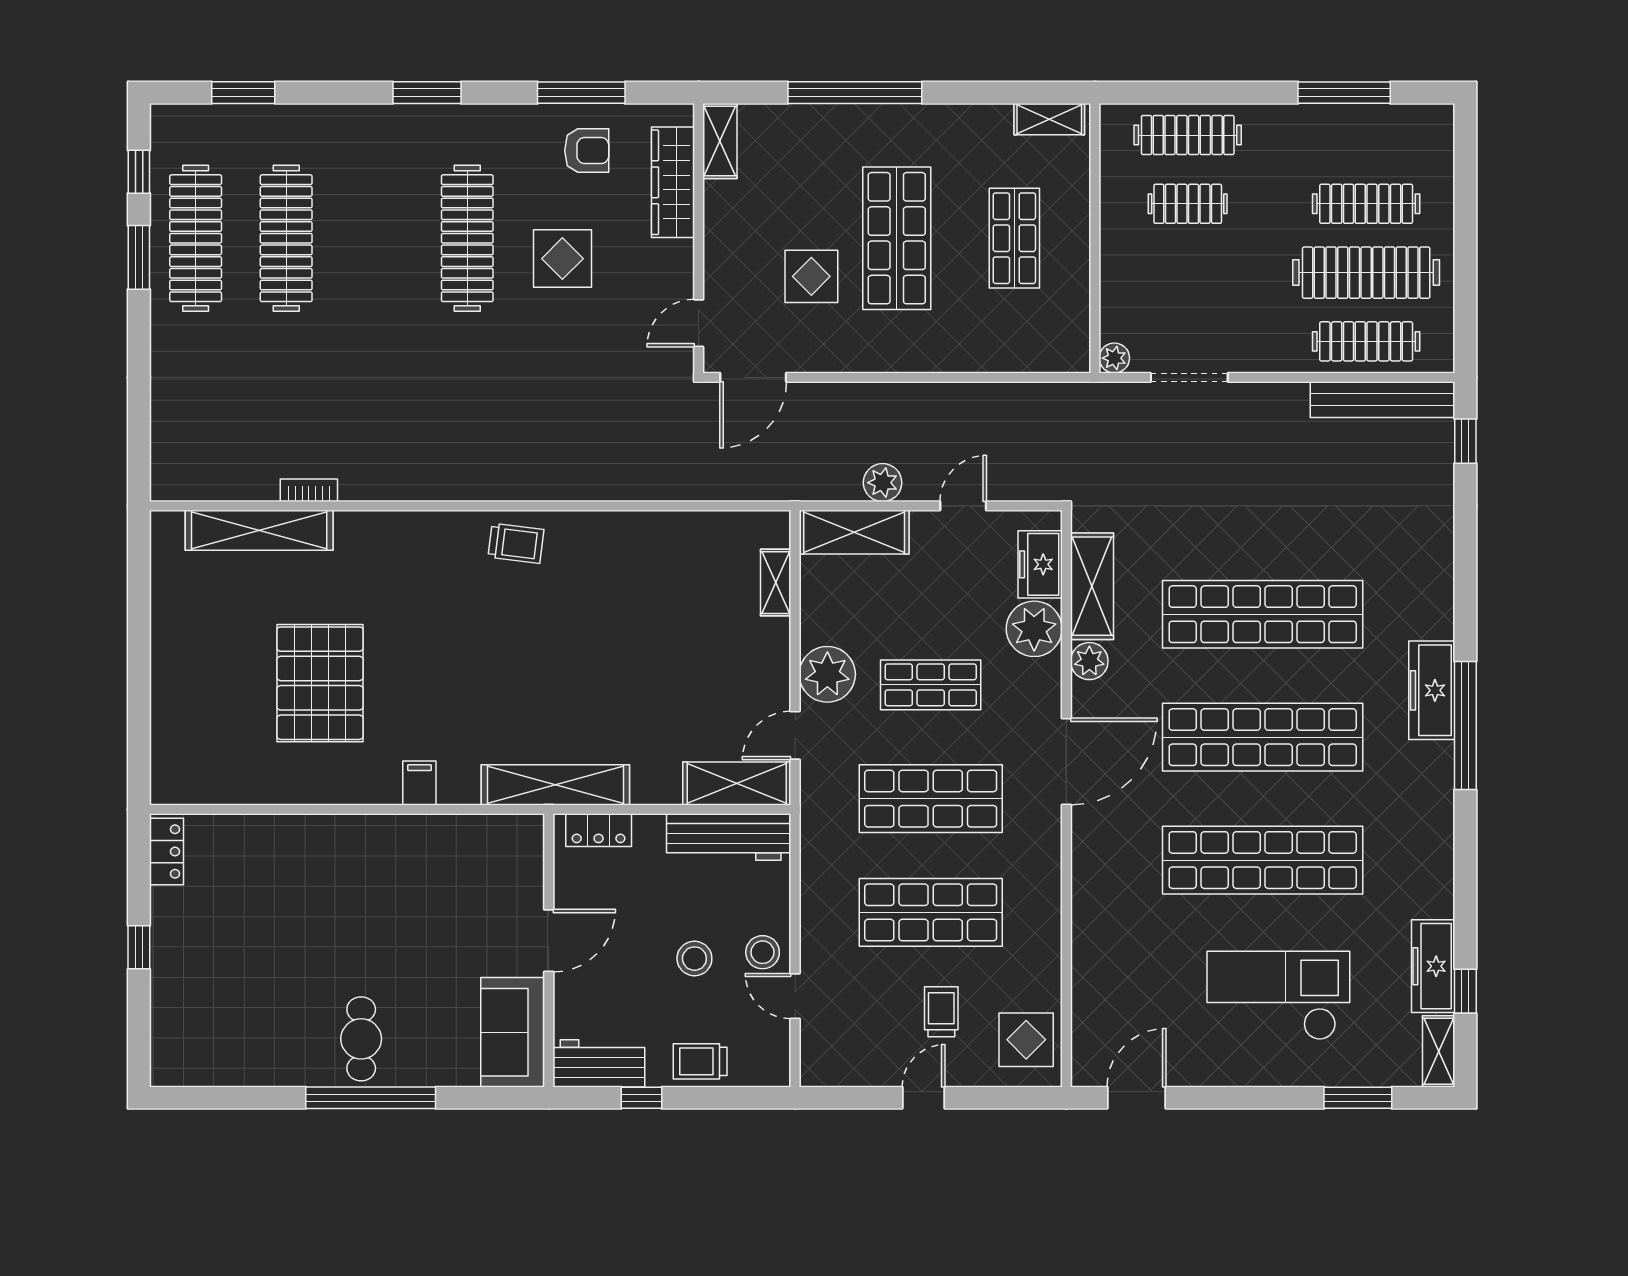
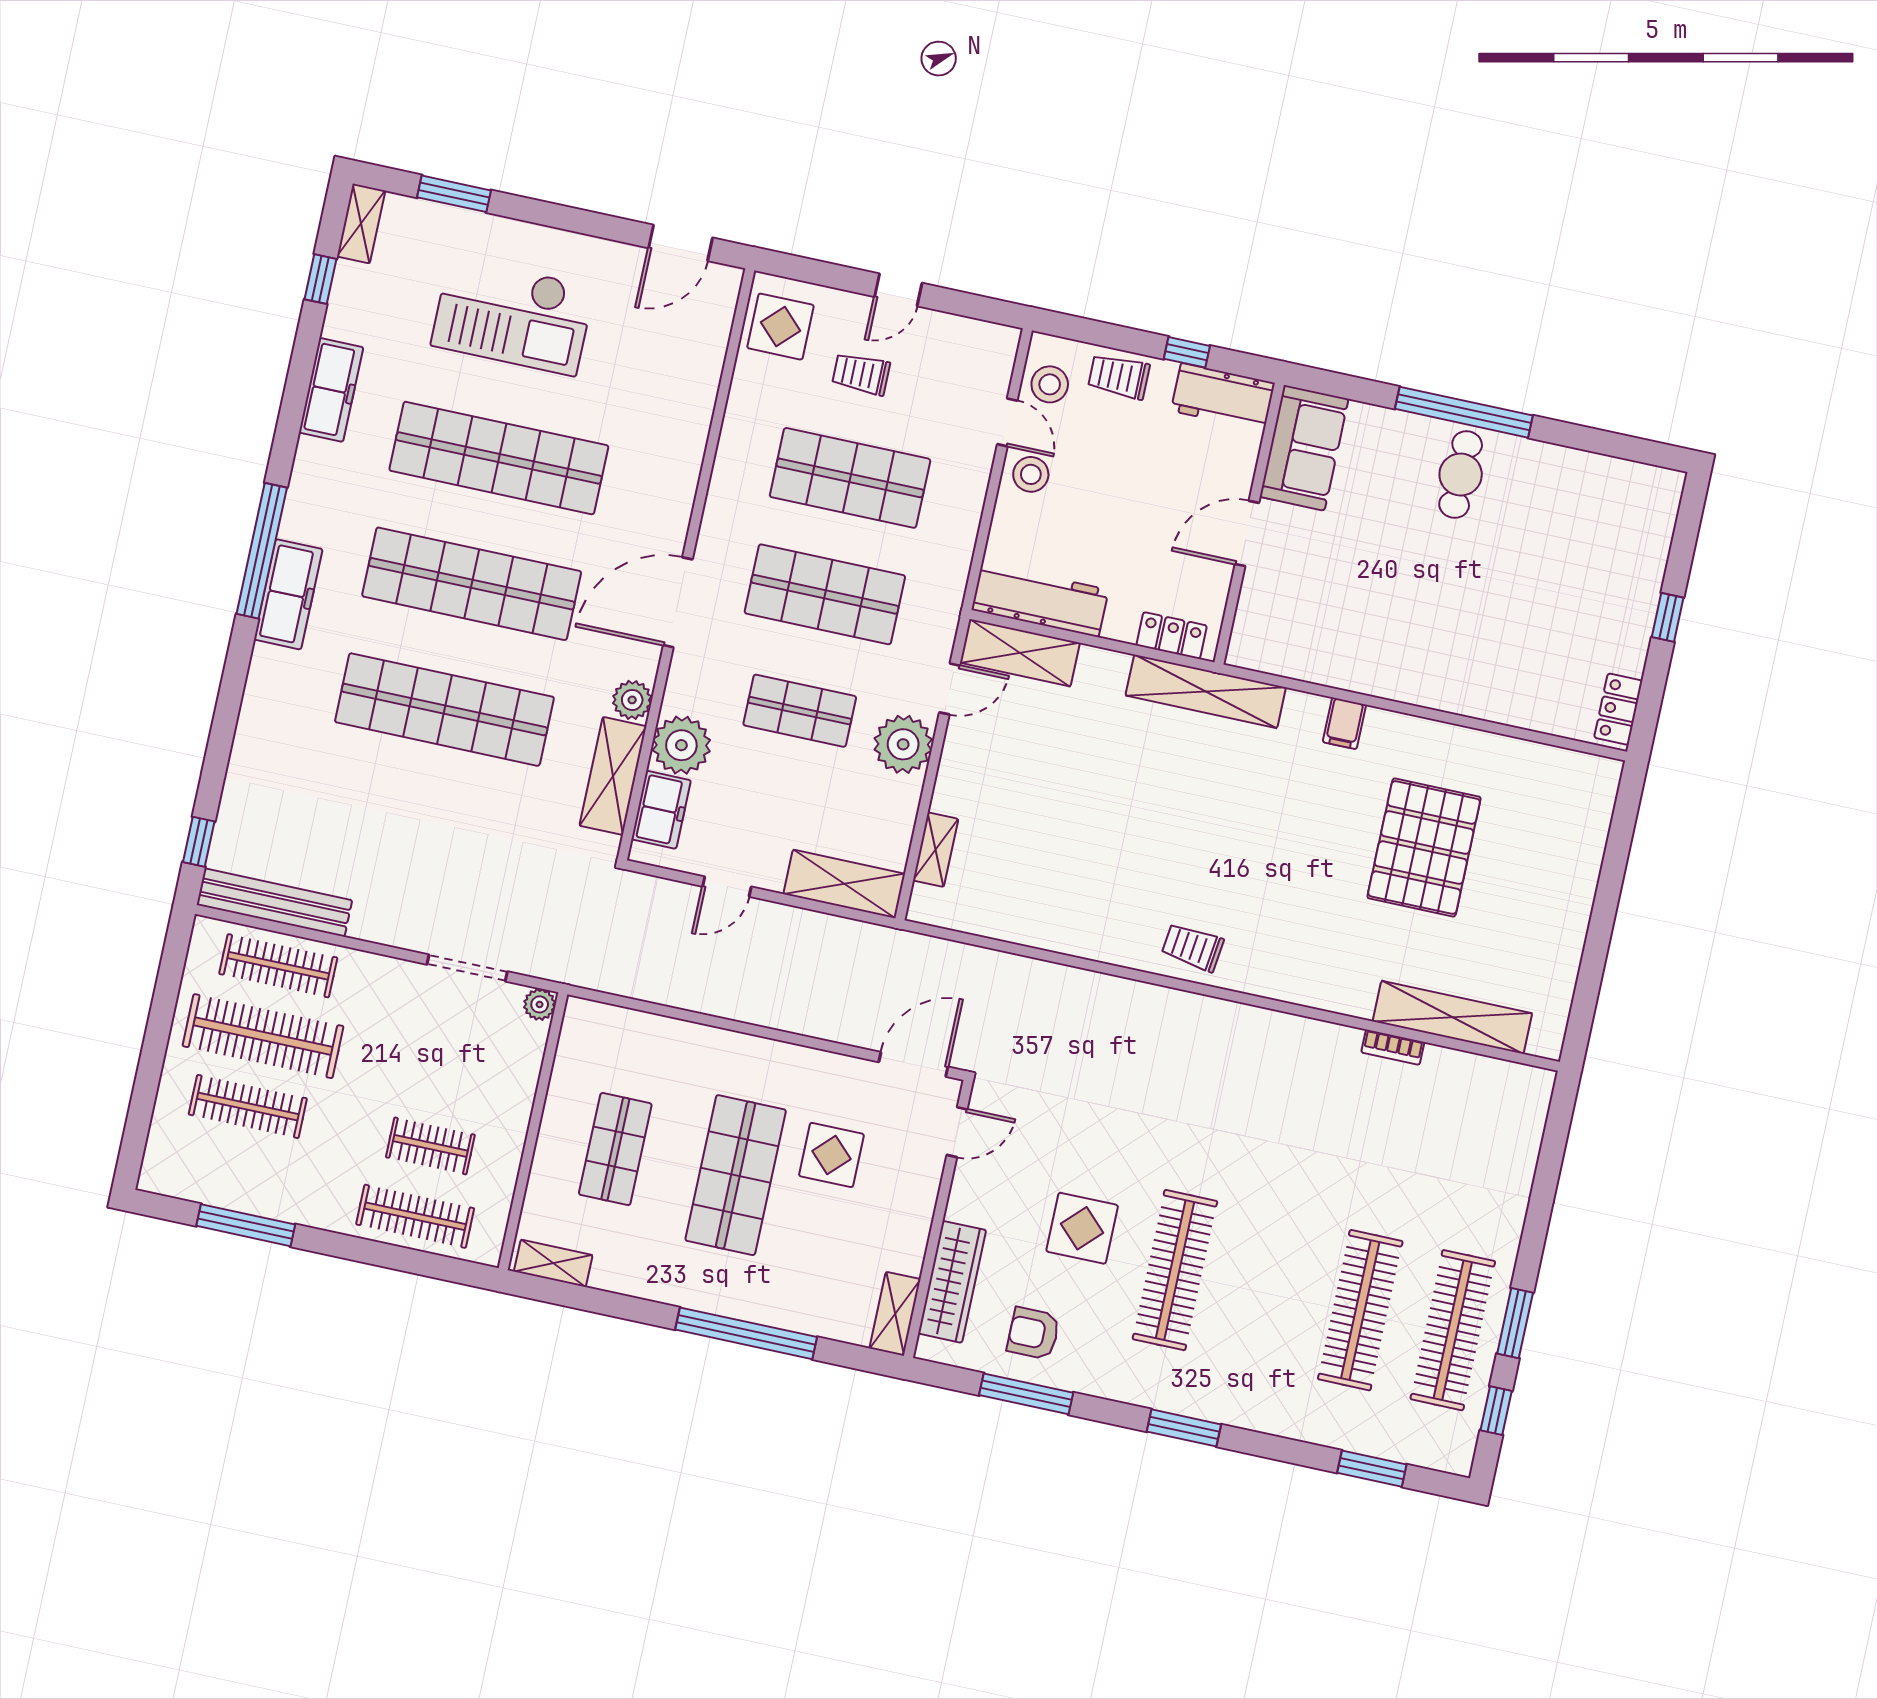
plant: (883, 483) -> (804, 928), removed
stool: (694, 959) -> (1050, 384), moved
freezer: (1433, 966) -> (331, 390), moved
trolley: (941, 1012) -> (861, 374), turned 90
trolley: (700, 1061) -> (1119, 376), turned 180

